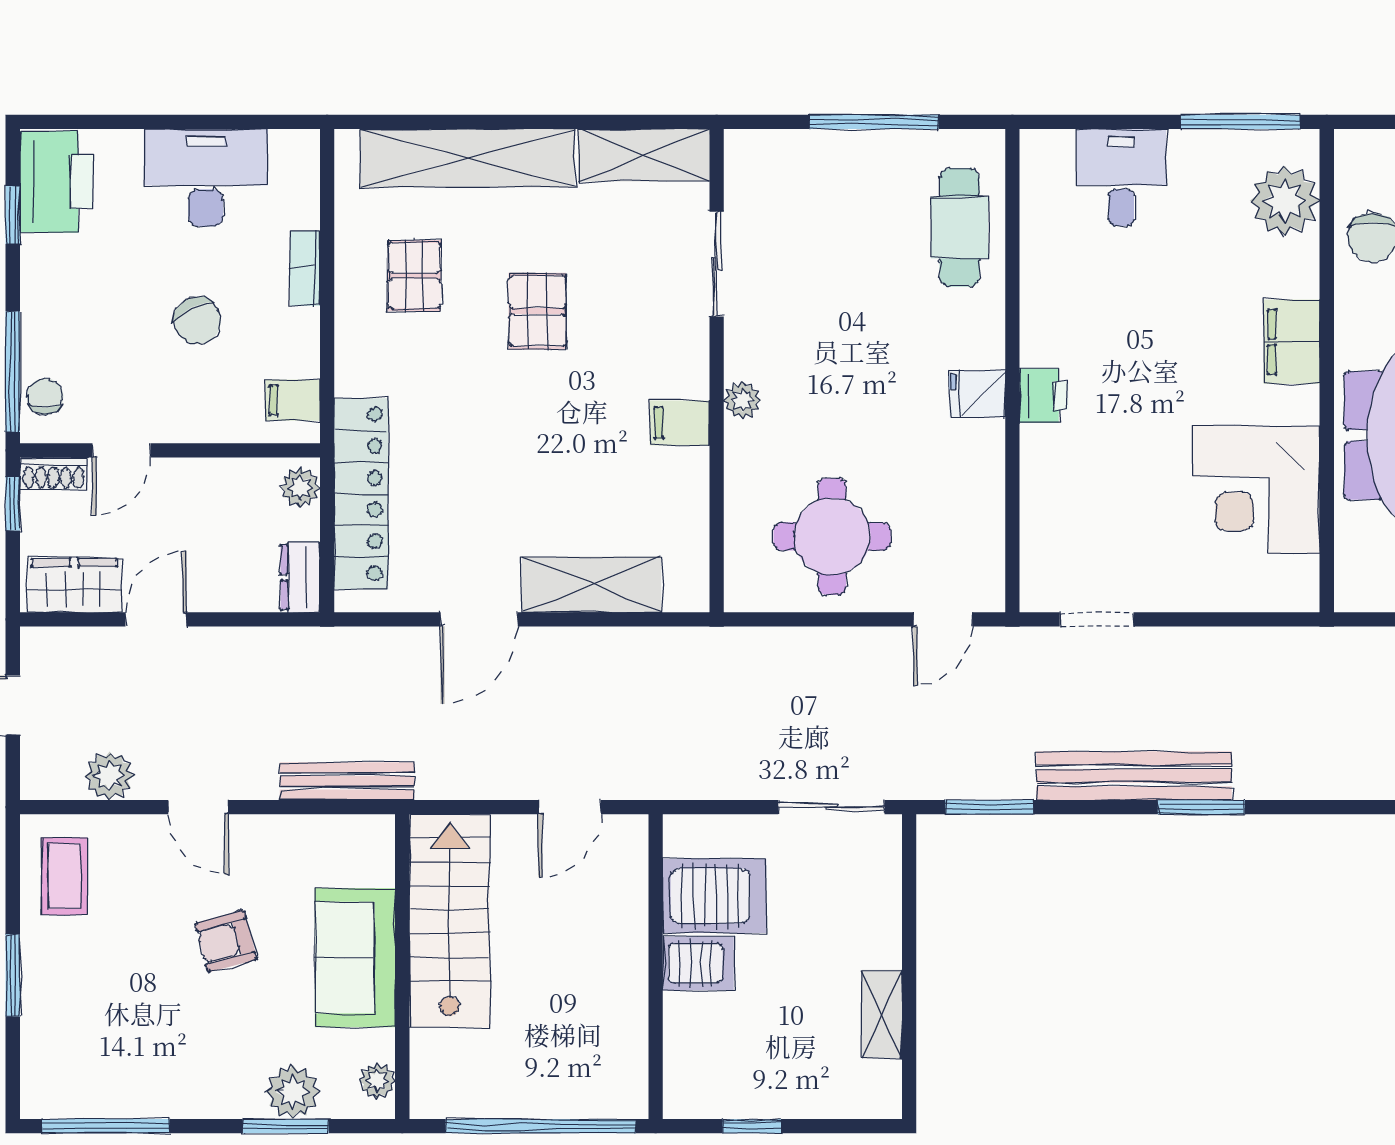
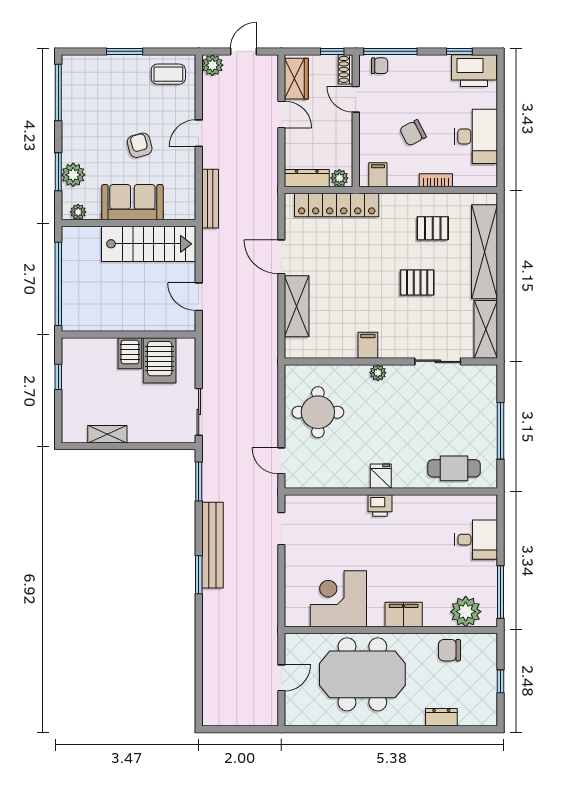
dresser: (300, 577) -> (307, 178), width x1.44
plant: (110, 776) -> (212, 65), moved

